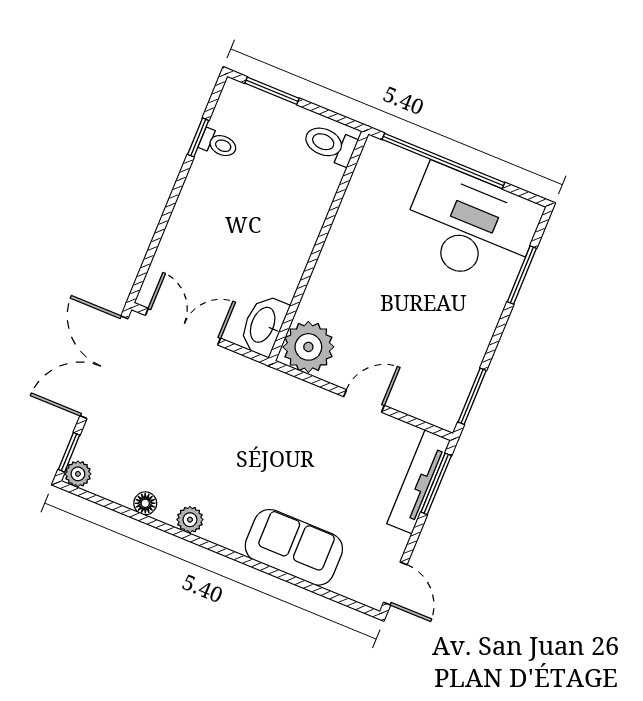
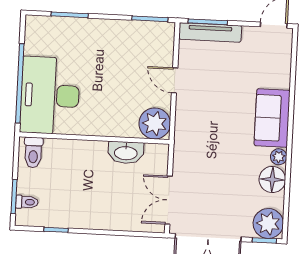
toilet: (219, 144) -> (27, 202), moved, turned 90
desk: (471, 226) -> (50, 95), moved
washbasin: (264, 325) -> (126, 153), moved
plant: (78, 474) -> (268, 223), width x1.88, depth x1.88
floor lamp: (145, 503) -> (272, 179), width x1.89, depth x1.89
sofa: (294, 547) -> (272, 118), moved

